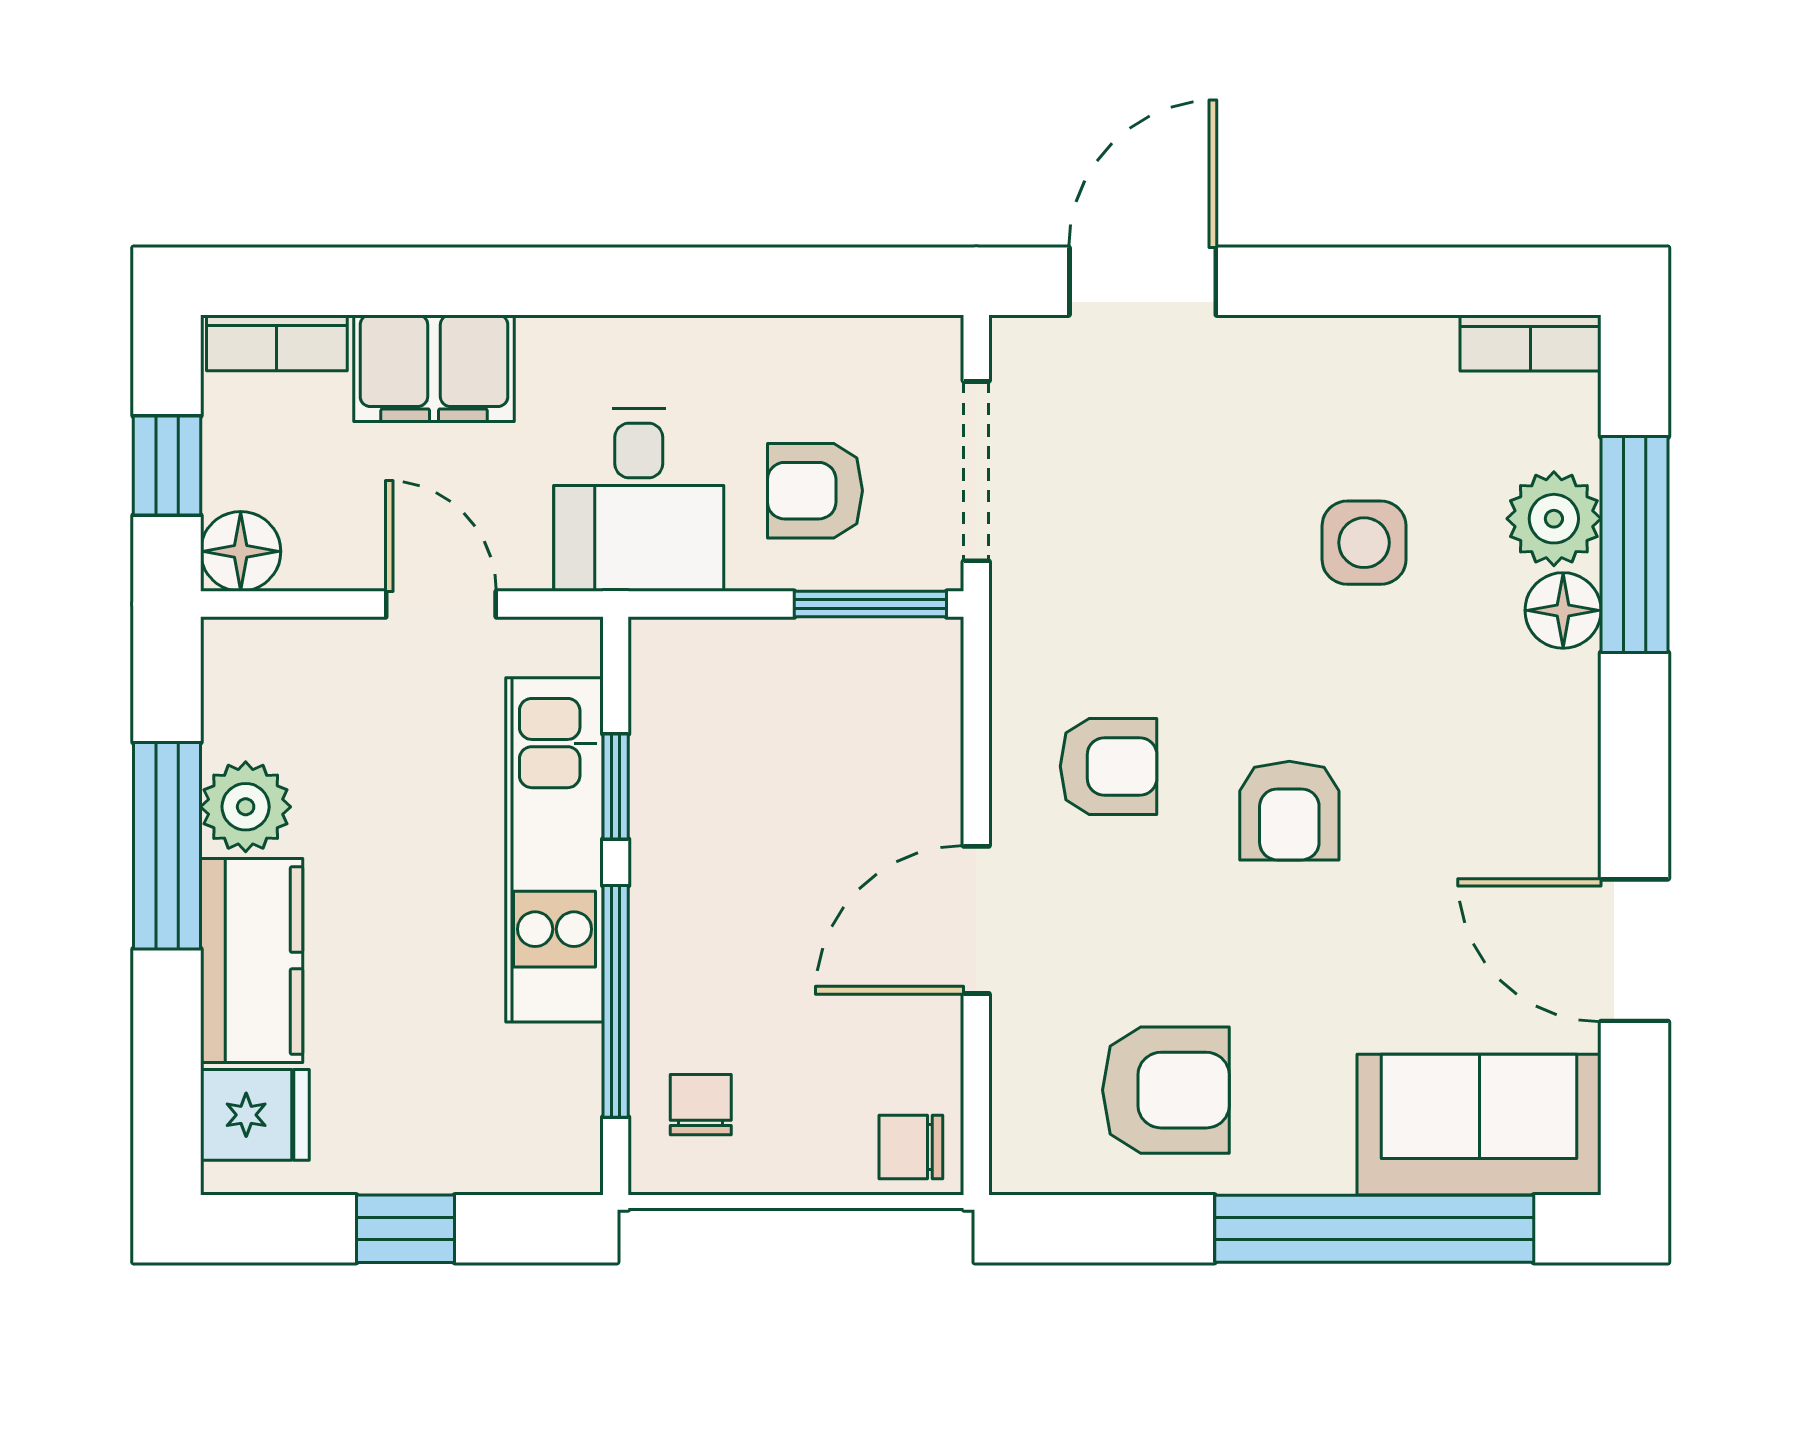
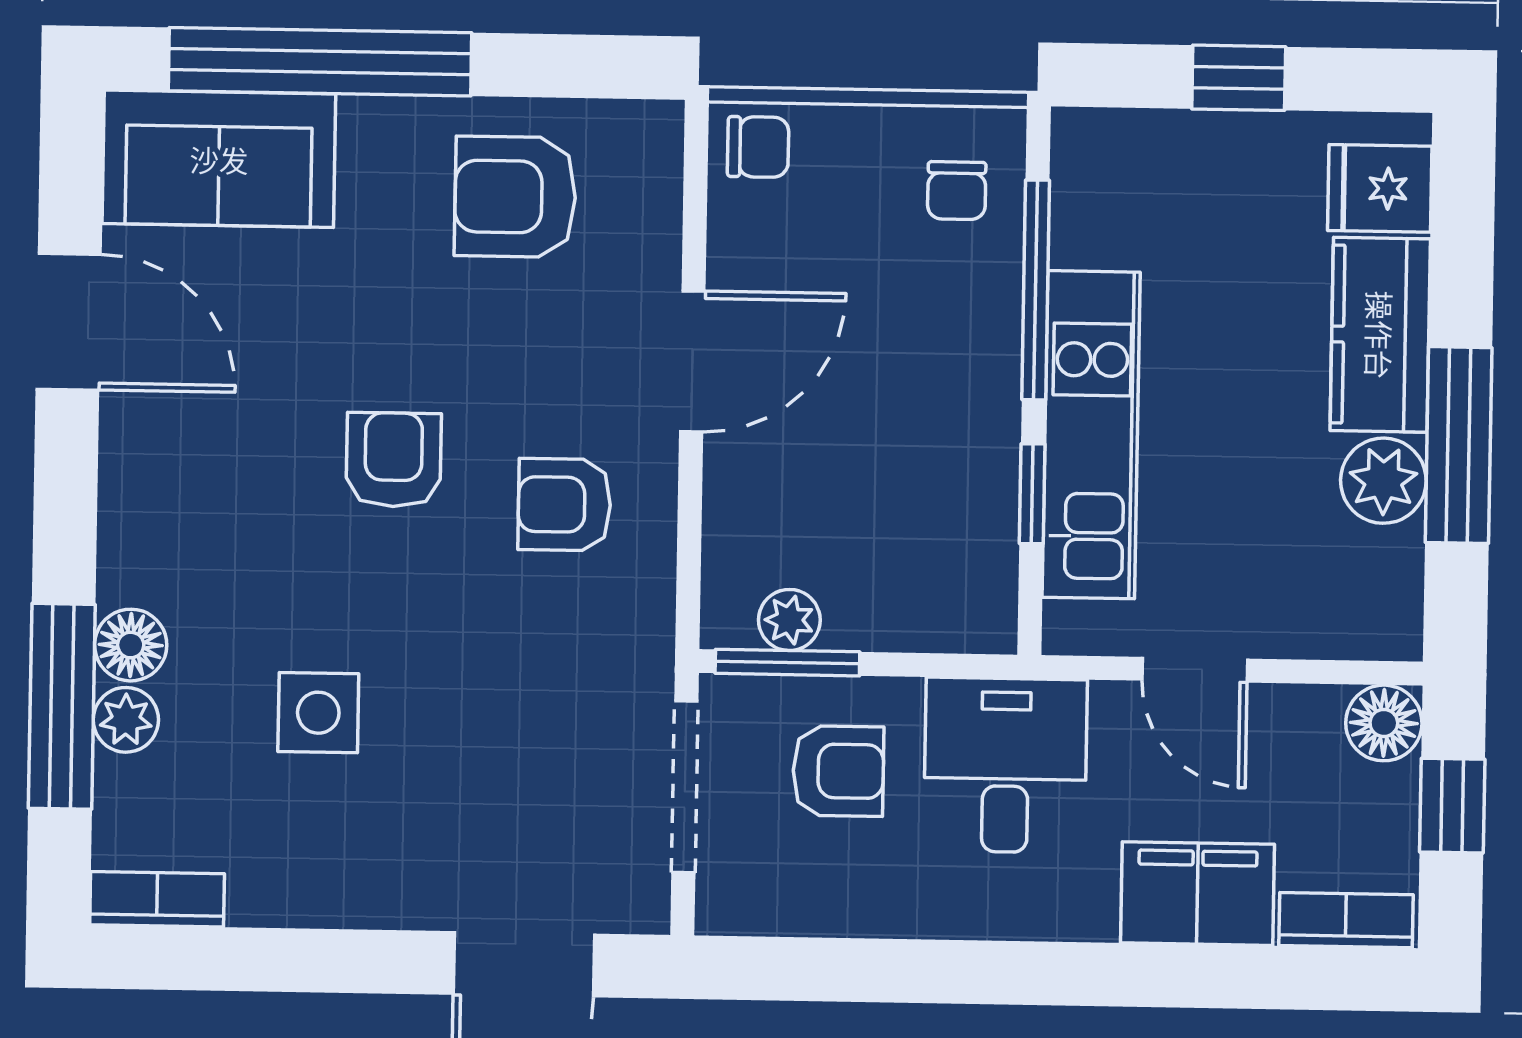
plant: (1554, 519) -> (126, 720), width x0.73, depth x0.73
plant: (869, 649) -> (789, 620), added

